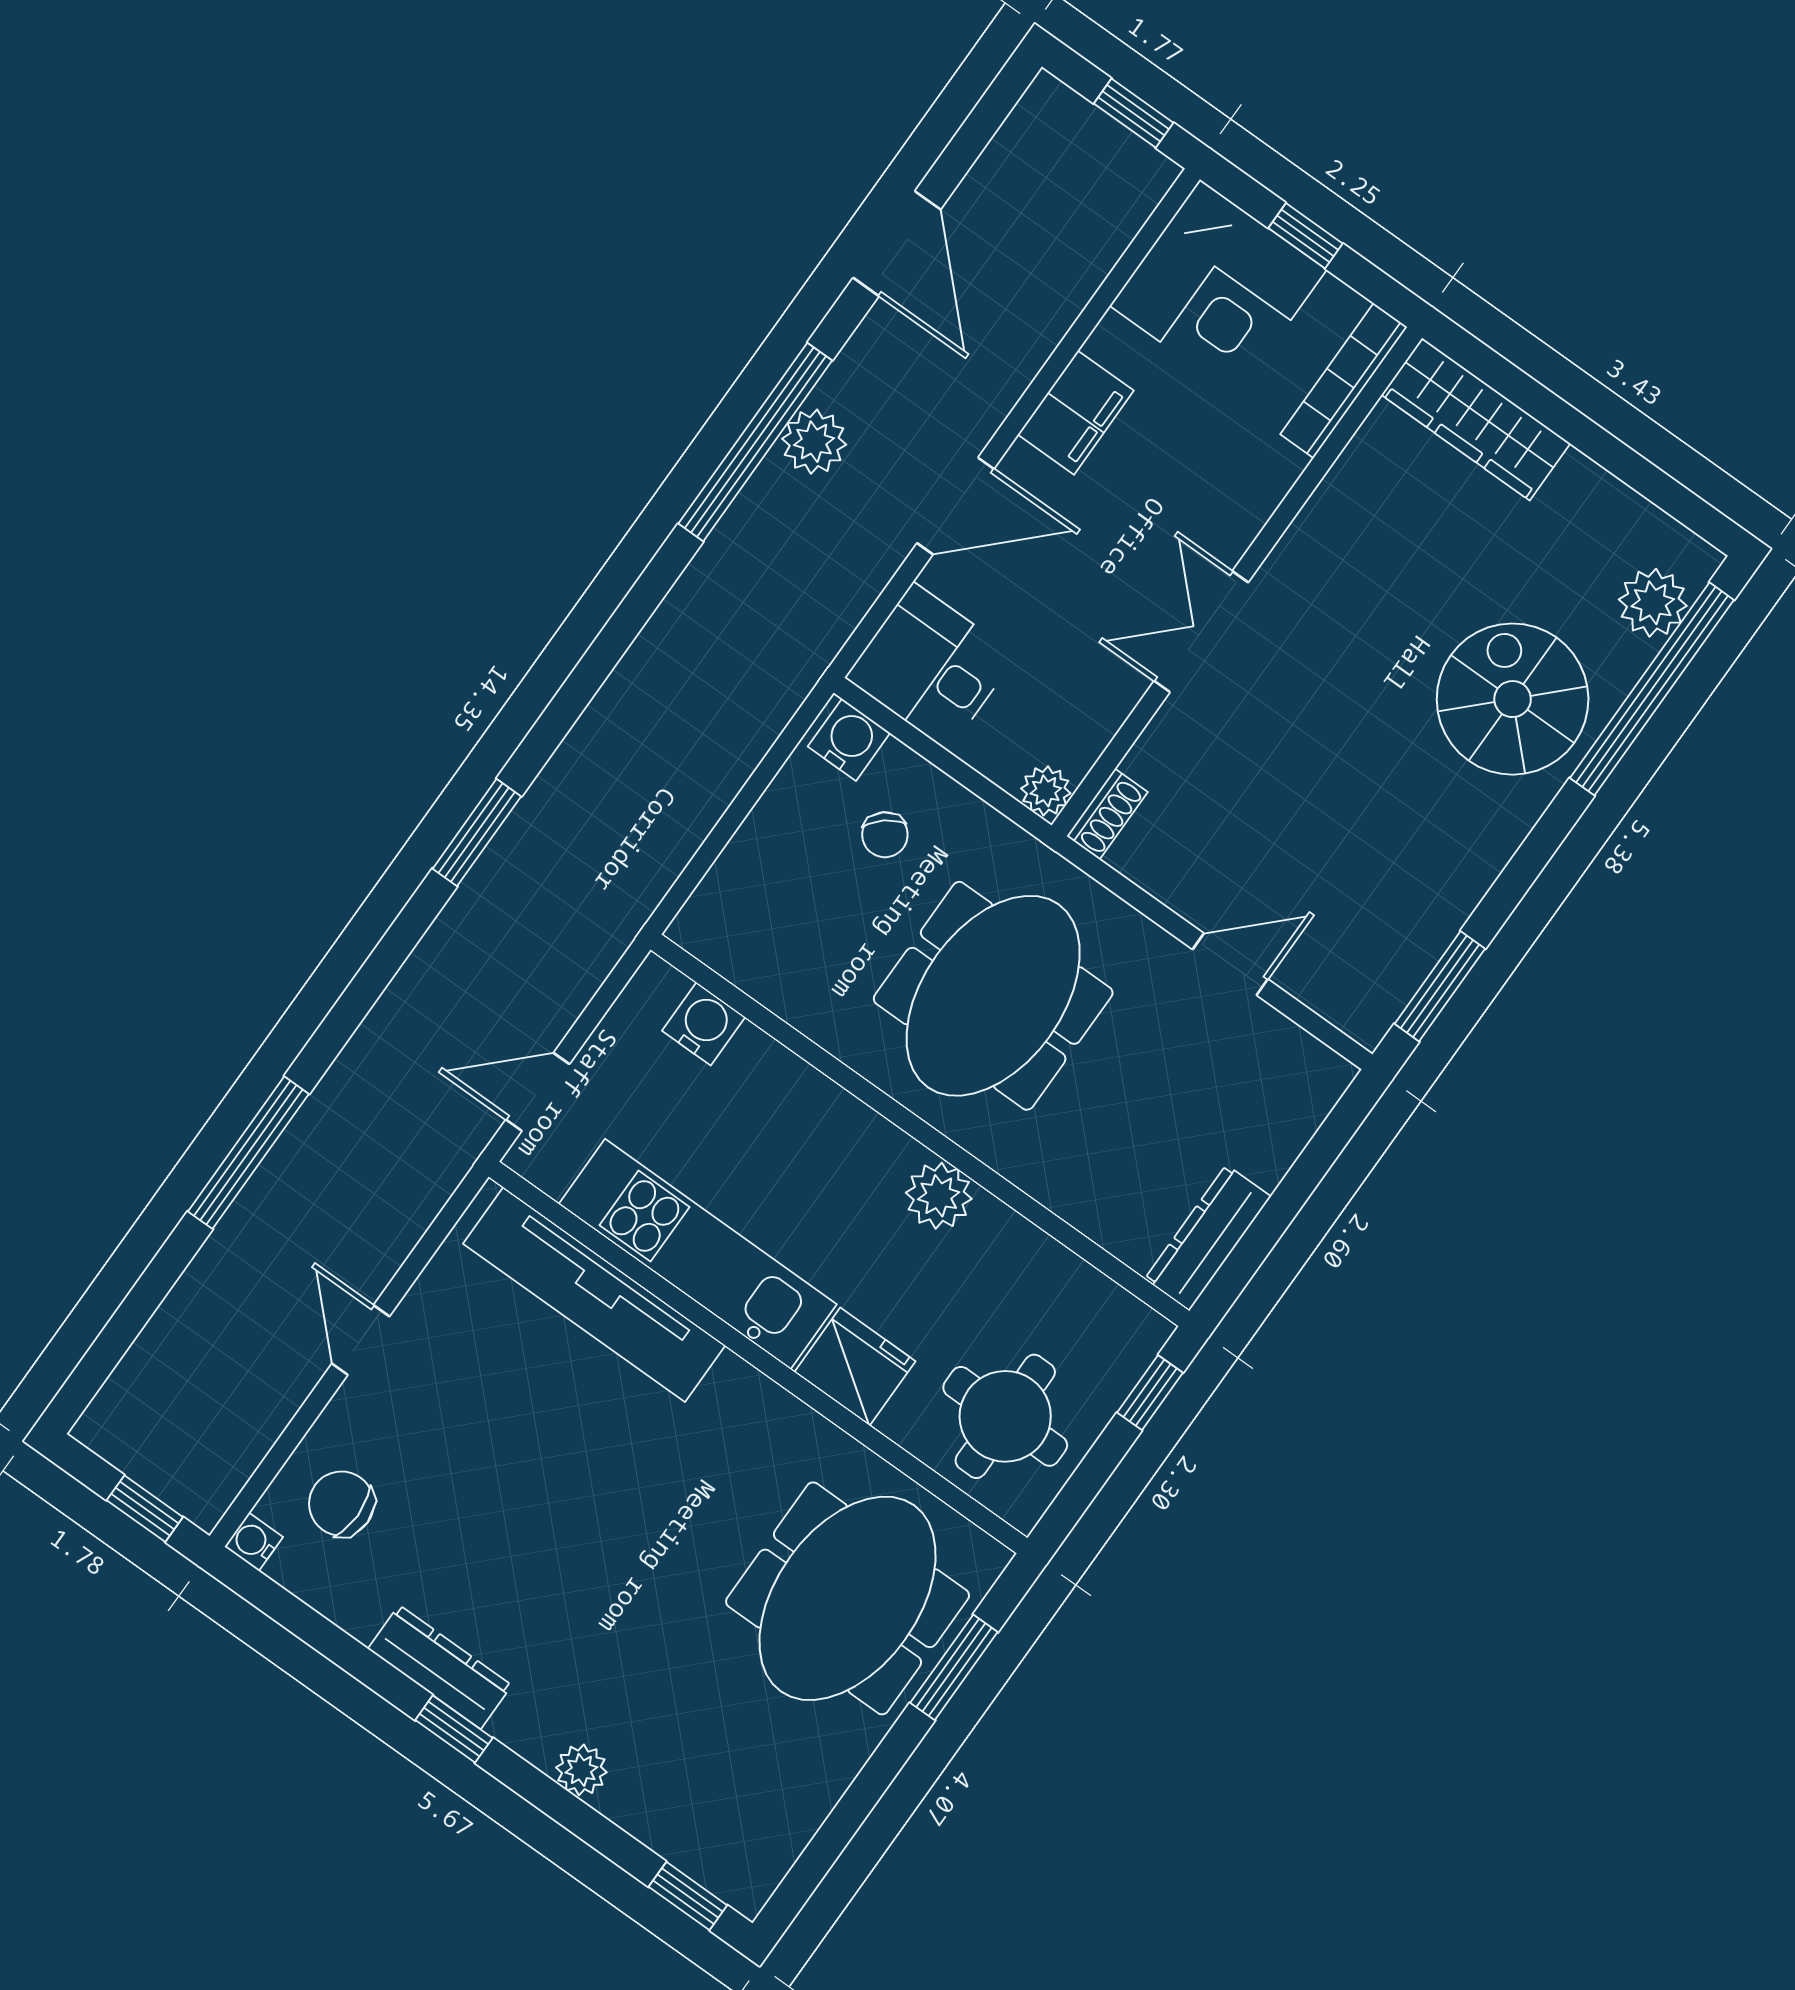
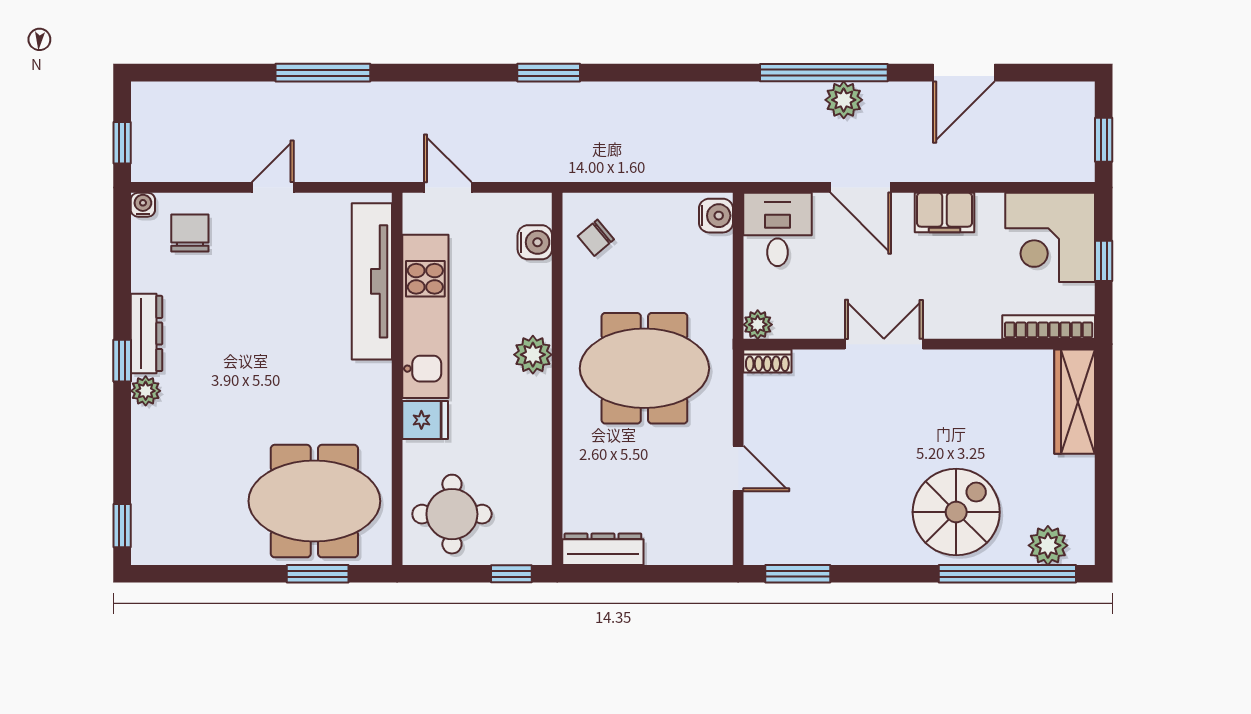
chair: (885, 835) -> (596, 238), moved
plant: (939, 1196) -> (533, 355), moved
fridge: (855, 1367) -> (425, 420), width x0.72
plant: (581, 1770) -> (146, 391), moved

